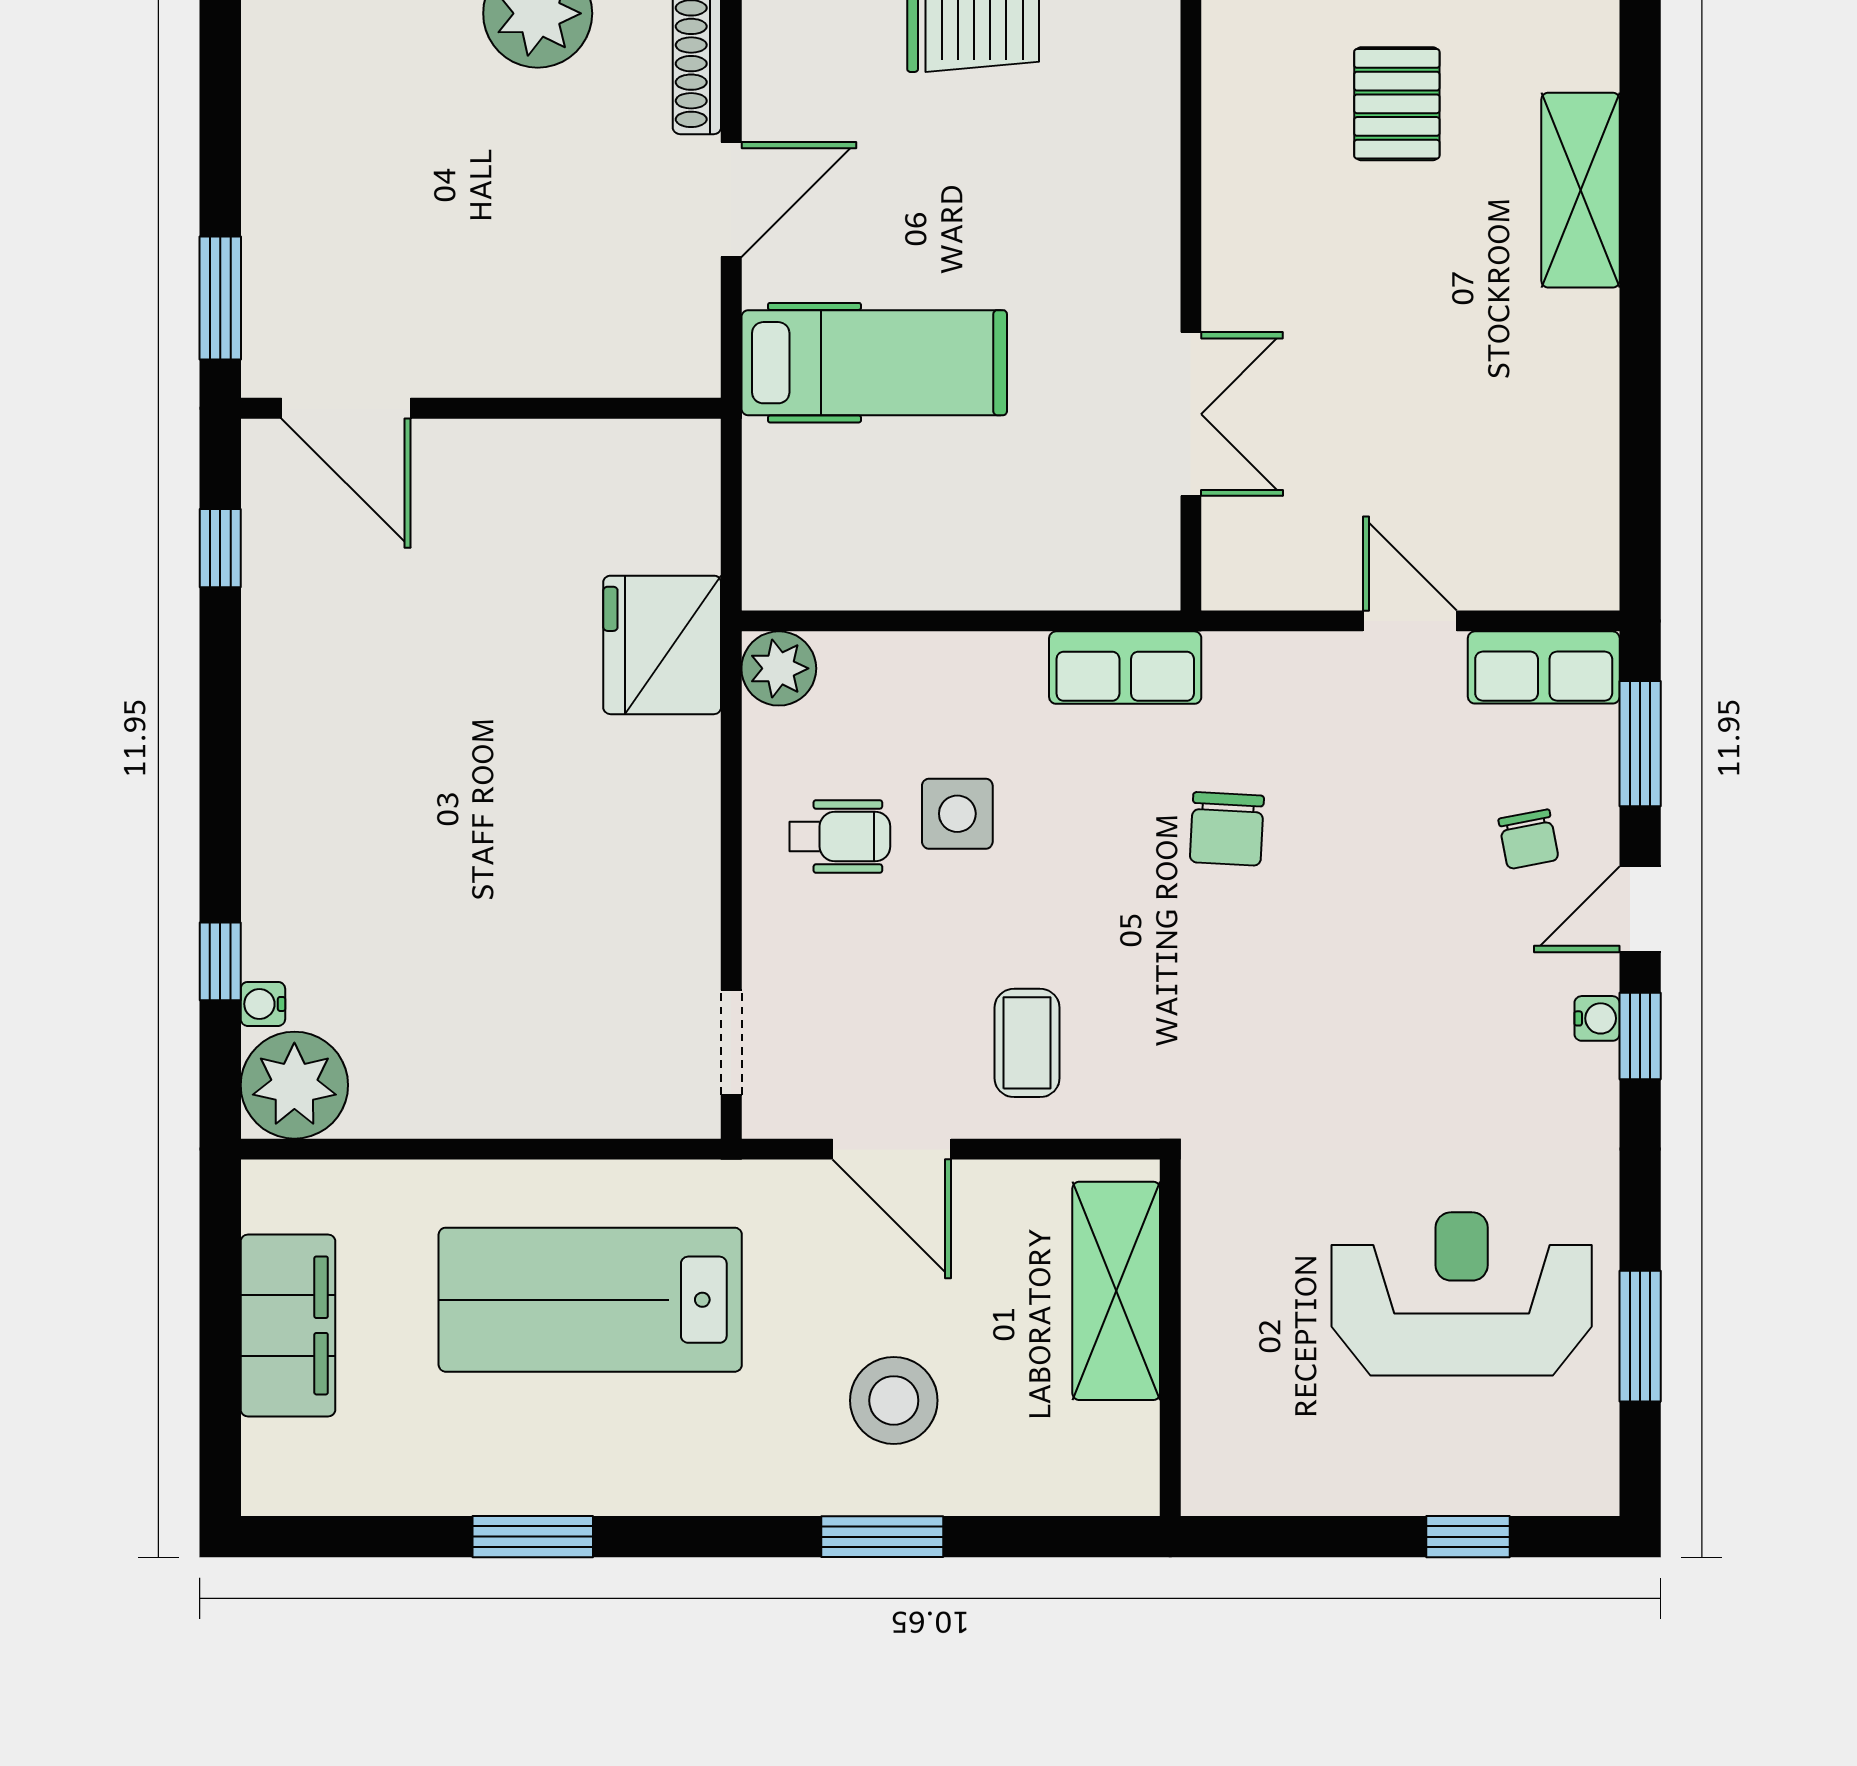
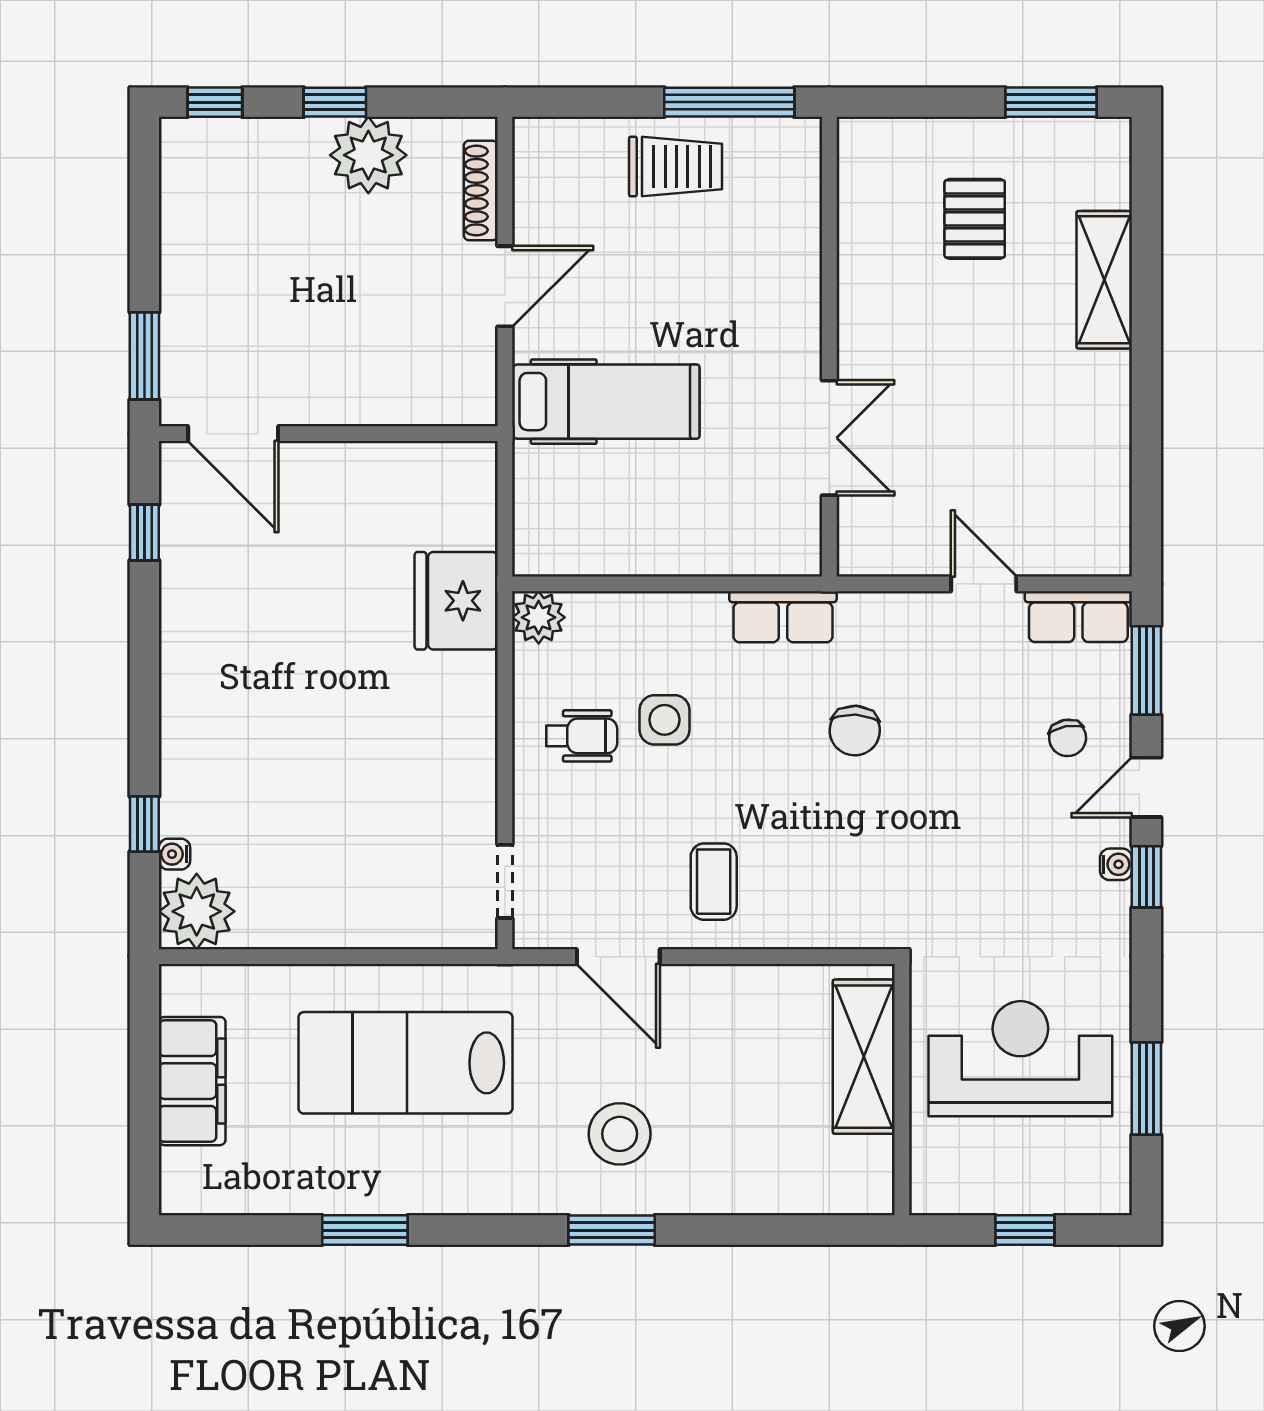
shelving: (1116, 1291) -> (864, 1057), moved
wall: (1170, 1338) -> (902, 1090), moved

